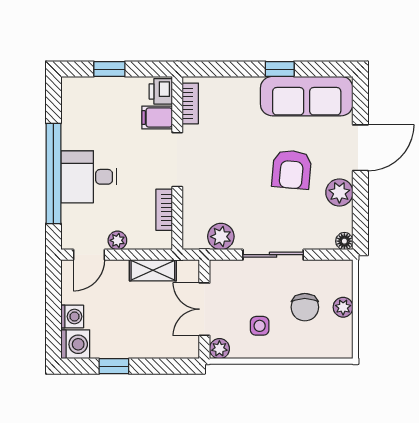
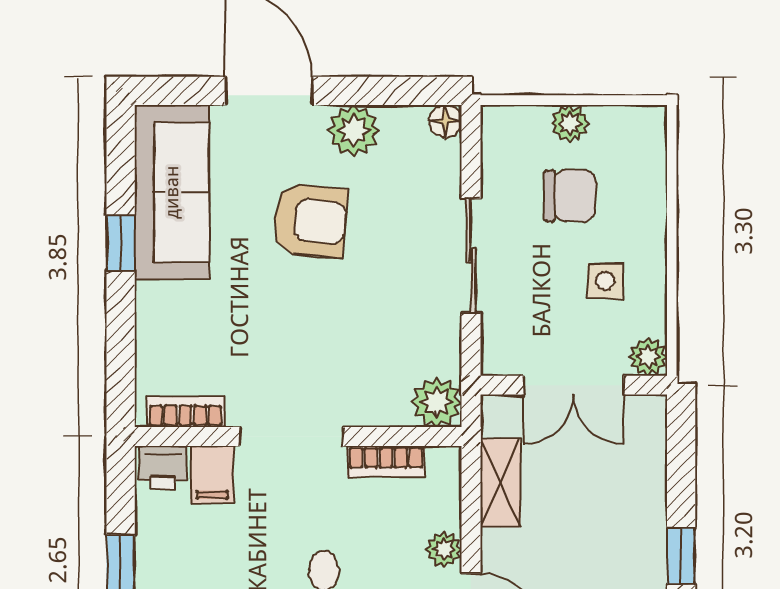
plant: (221, 237) -> (437, 402), moved

